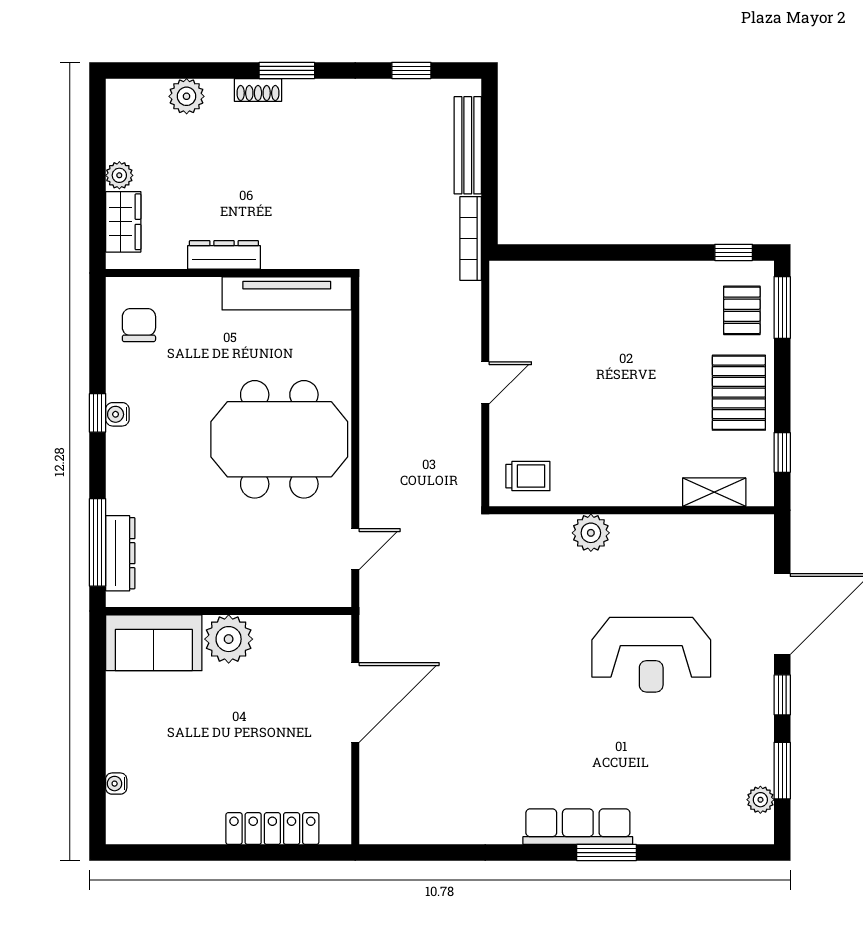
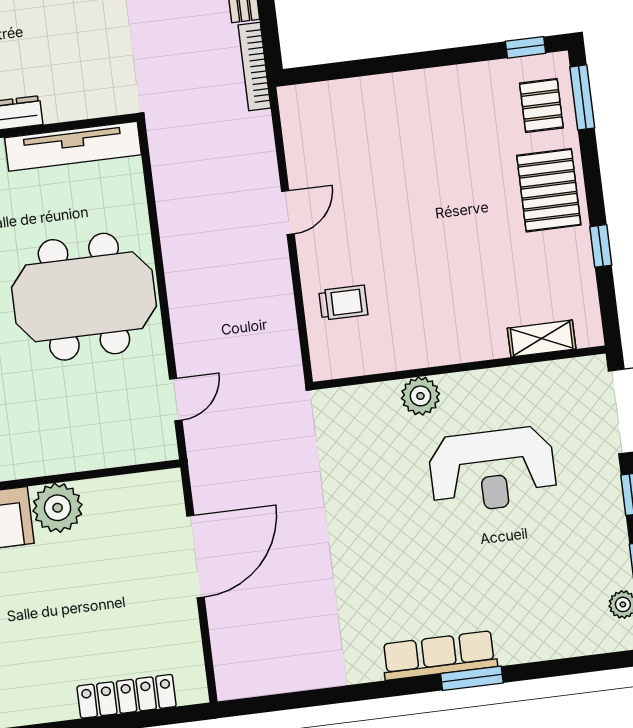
shelving: (714, 492) -> (542, 339), moved
wall: (632, 510) -> (459, 368), moved
plant: (591, 533) -> (420, 396), moved

